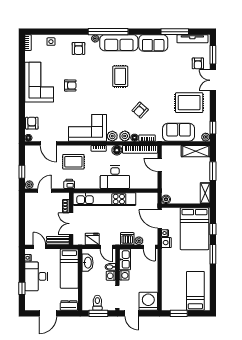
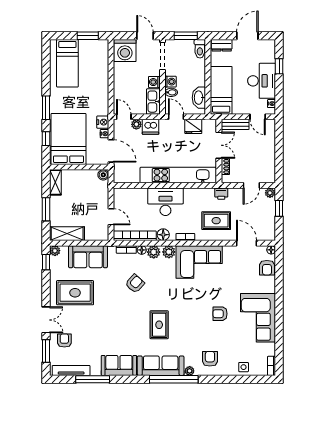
toilet: (97, 303) -> (200, 49), moved

